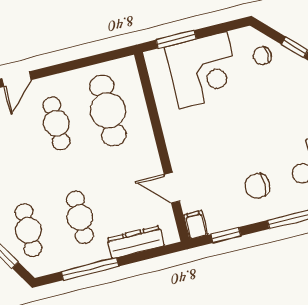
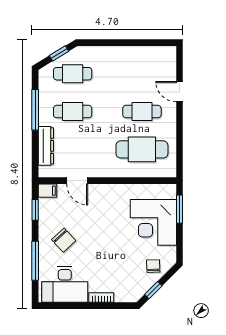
chair: (257, 186) -> (64, 240), turned 137
door: (172, 188) -> (77, 181), swing flipped

